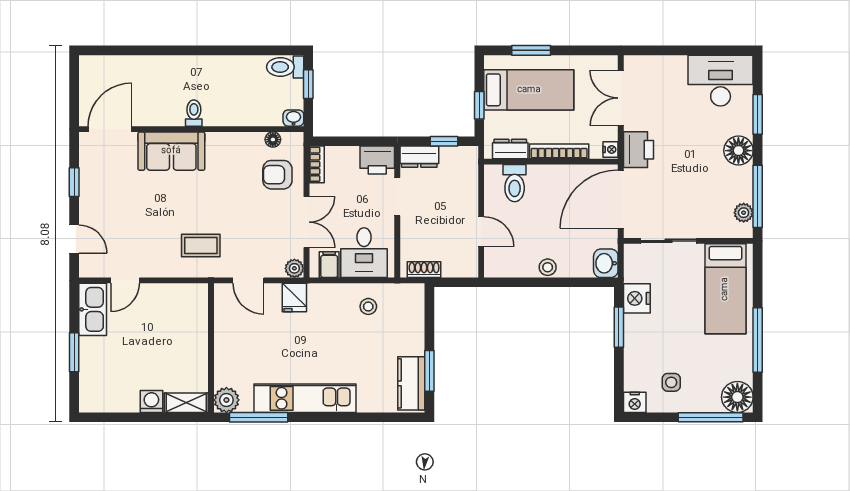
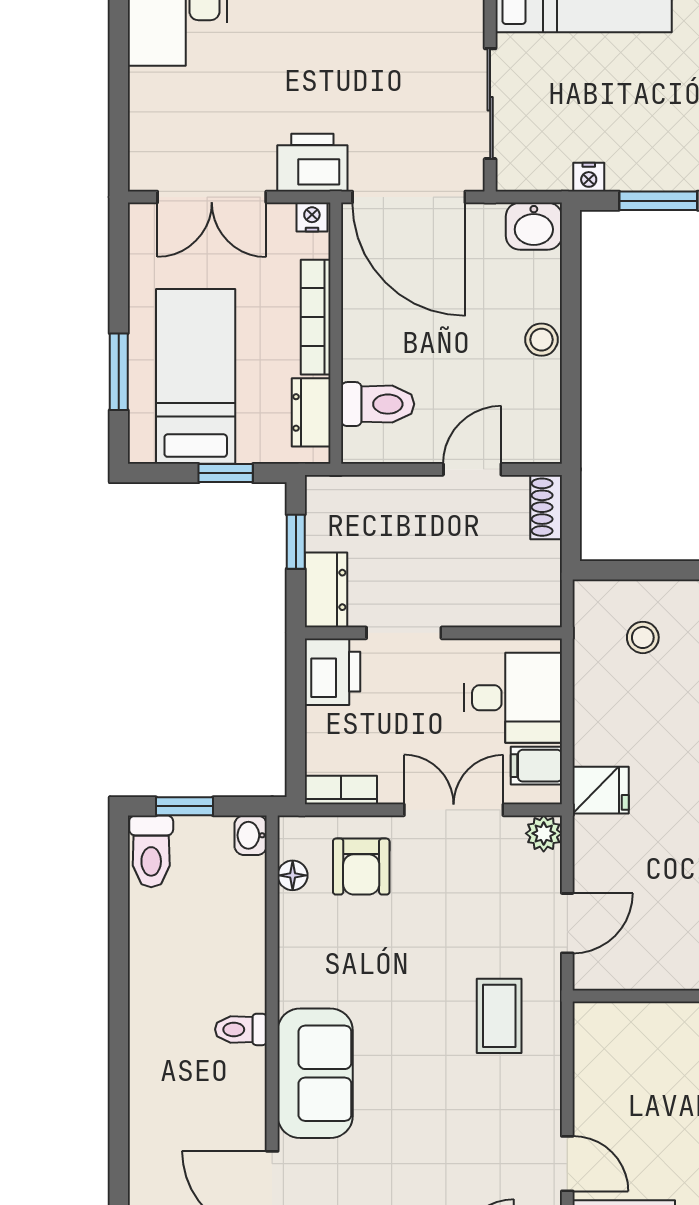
shoe rack: (424, 270) -> (546, 507), moved
fridge: (294, 298) -> (601, 790), moved
nightstand: (637, 298) -> (589, 177), width x0.53, depth x0.56
stool: (368, 306) -> (643, 637), moved

